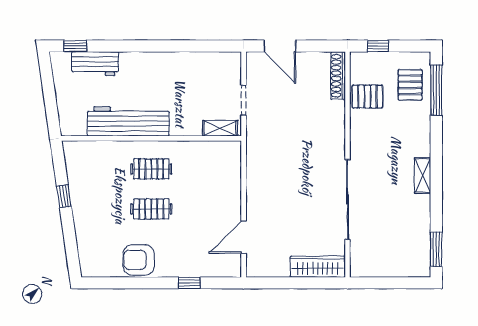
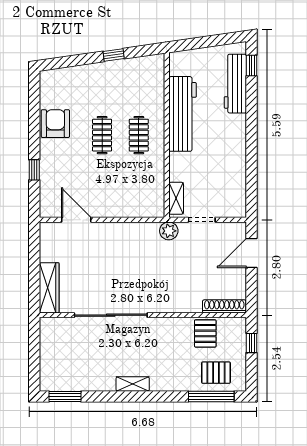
workbench: (95, 64) -> (235, 84), width x1.38
plant: (256, 136) -> (169, 231), added

